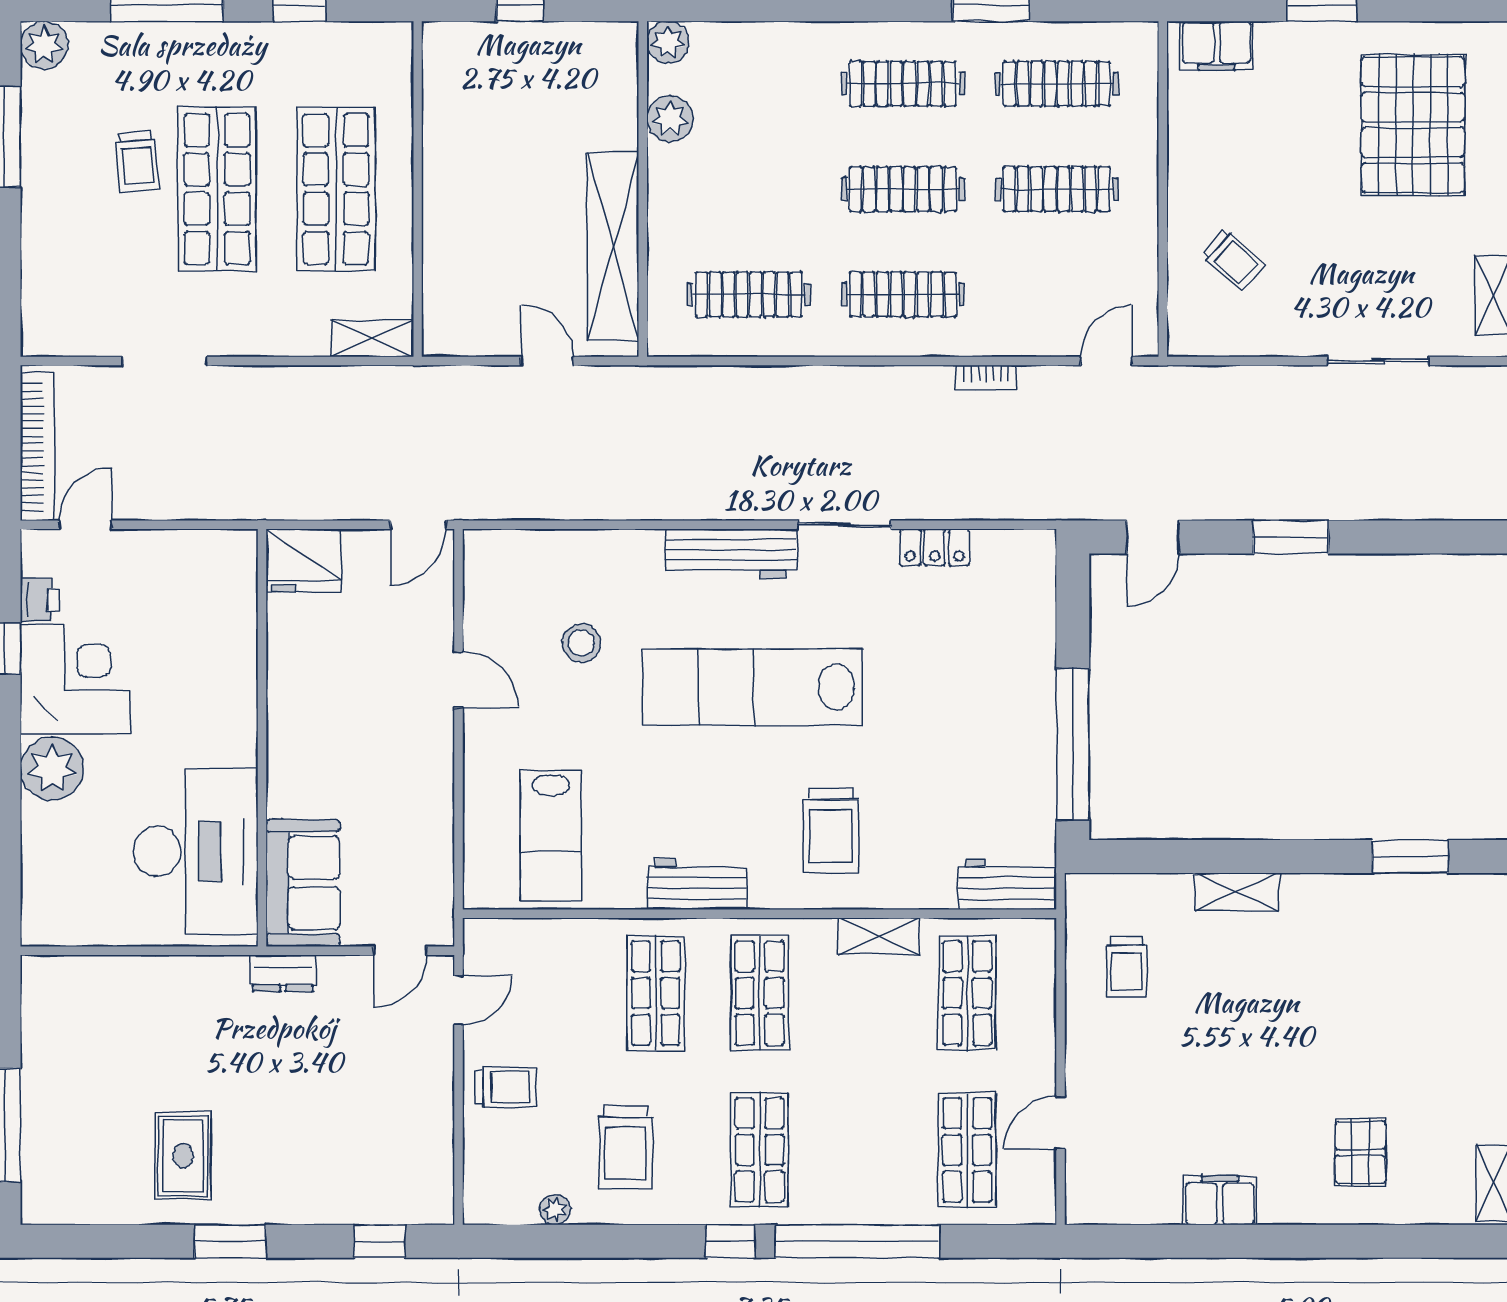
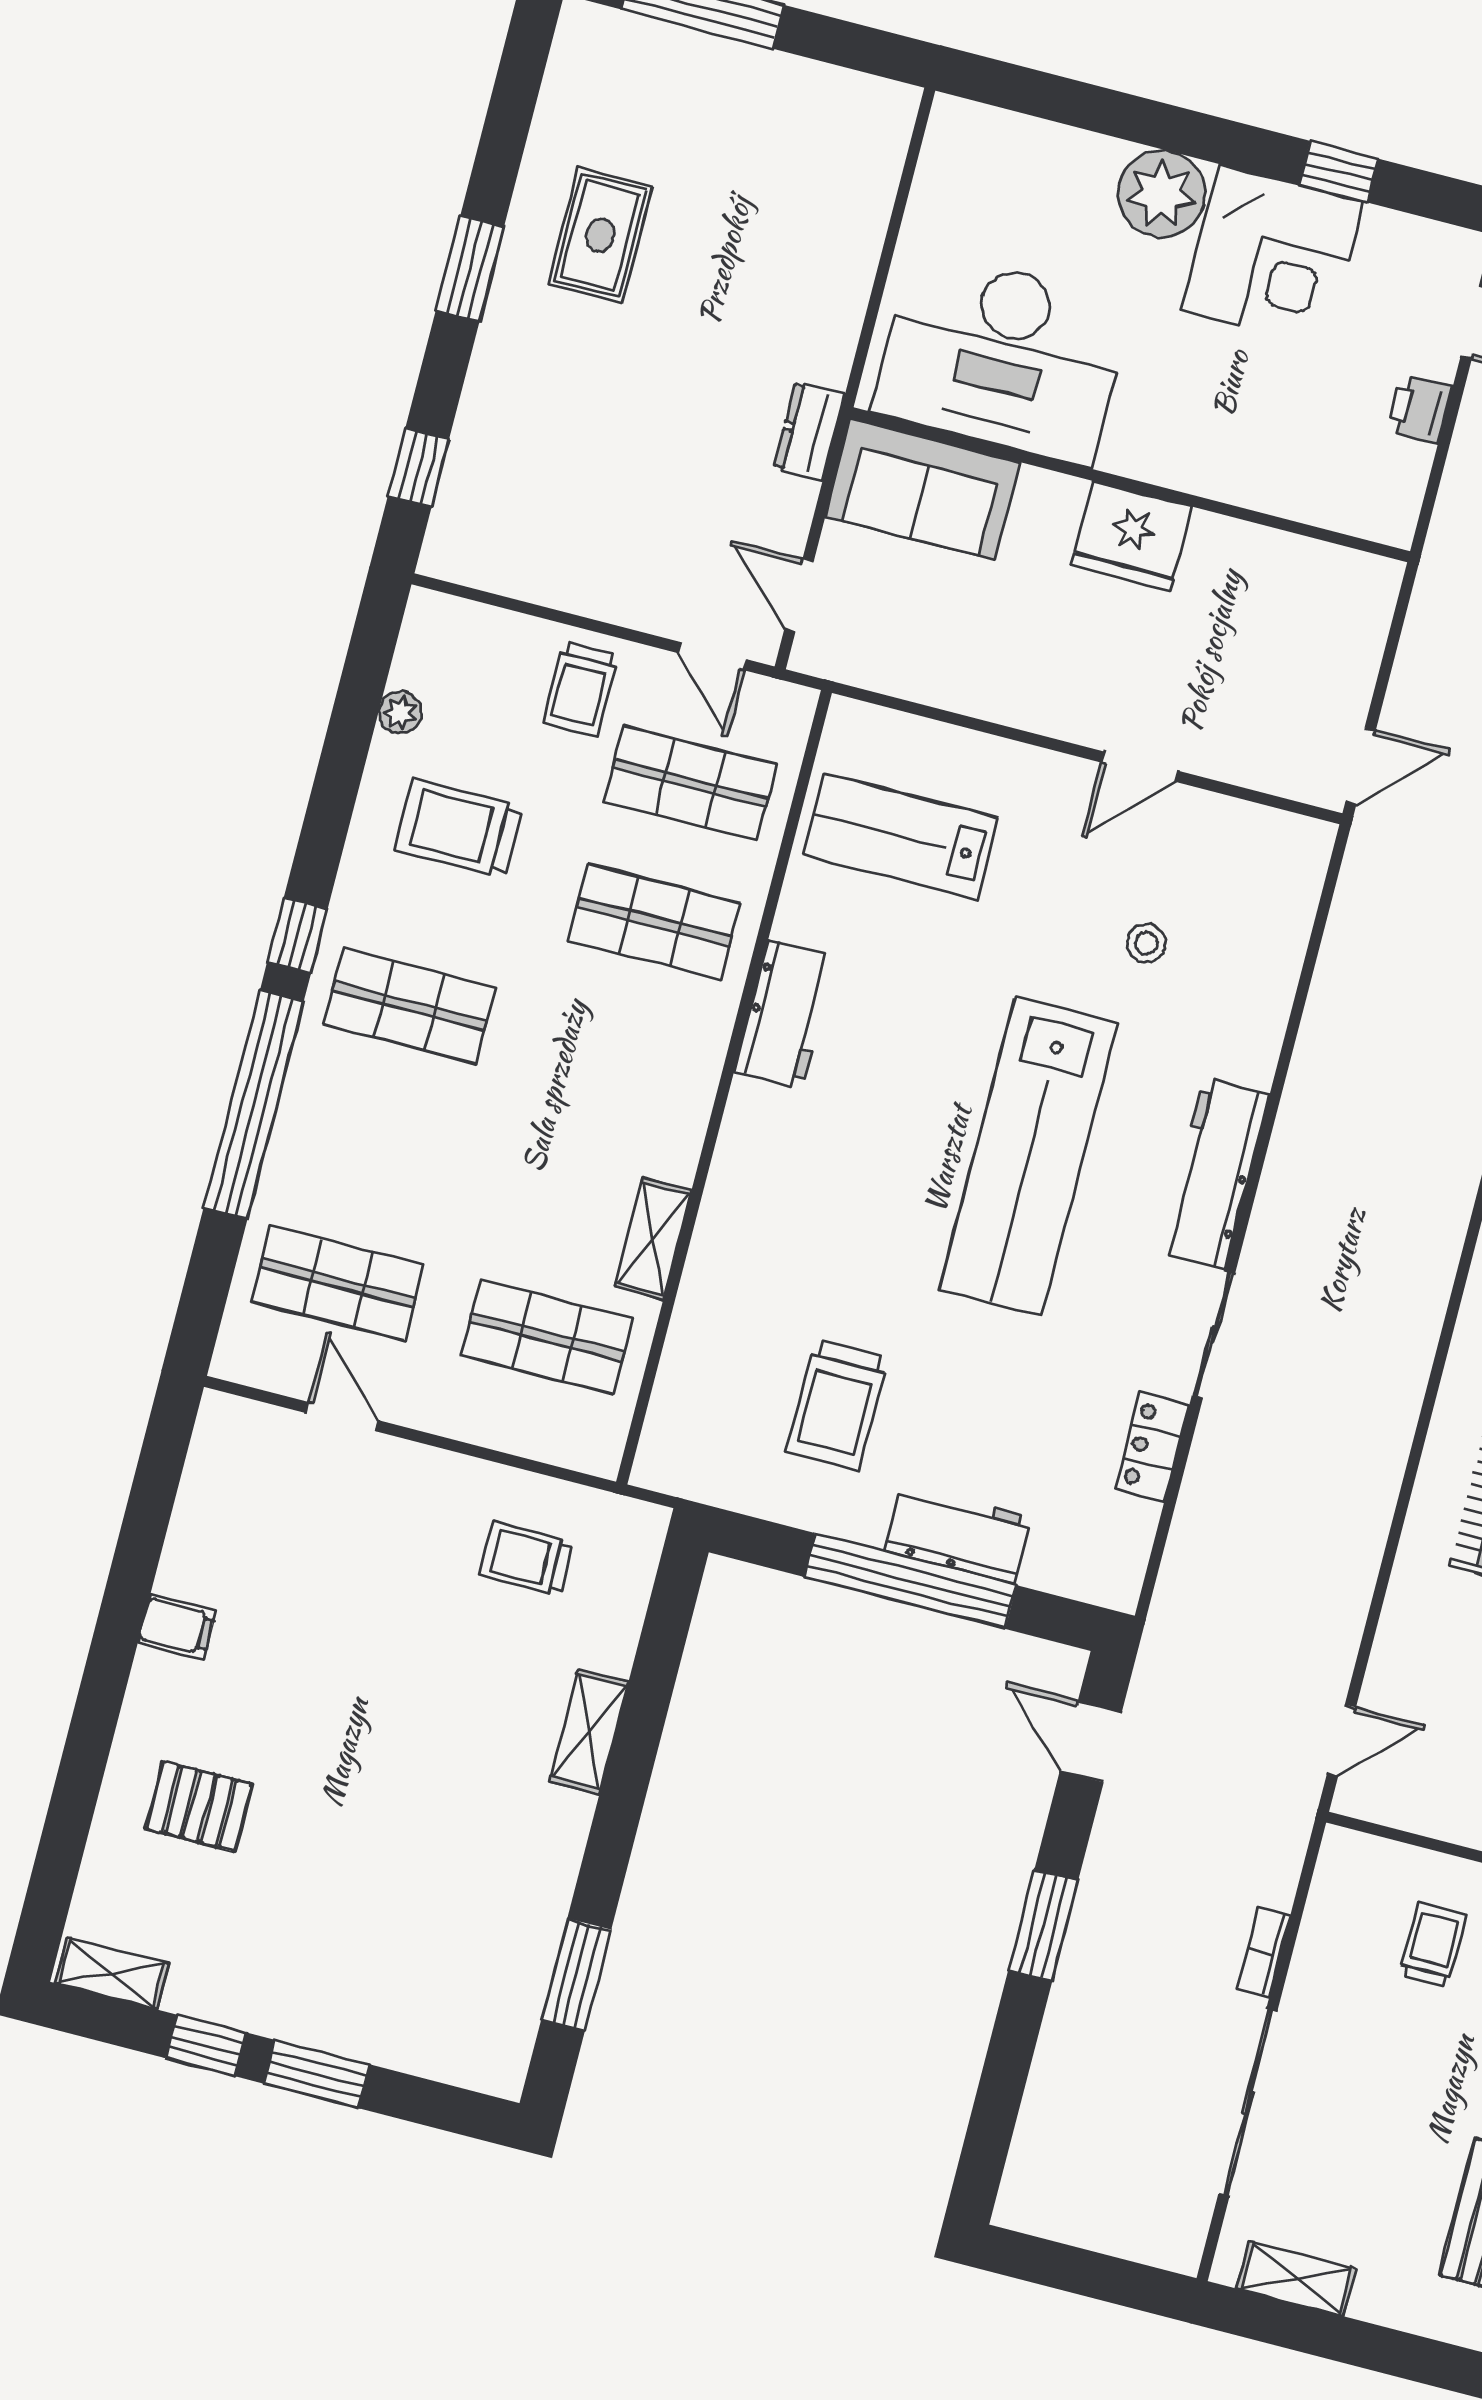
trolley: (1233, 260) -> (1433, 1944), turned 138
door: (1106, 361) -> (1341, 1740), hinge flipped
sliding door: (1378, 361) -> (1248, 2103), width x1.37
bookcase: (986, 377) -> (1264, 1952), moved
door: (418, 525) -> (1360, 766), swing flipped
fridge: (303, 561) -> (1132, 536), moved, turned -90
printer: (40, 600) -> (1419, 409), moved, turned 90
stool: (581, 643) -> (1147, 943), width x0.73, depth x0.73
lab bench: (753, 687) -> (1028, 1156), turned 180
window: (1073, 744) -> (910, 1581), moved
trolley: (831, 830) -> (837, 1405), moved, turned -90
workbench: (1007, 884) -> (958, 1534), moved, turned -90
shop shelf: (760, 993) -> (690, 783), moved
rug: (183, 1156) -> (600, 235), turned 90
filing cabinet: (1220, 1200) -> (177, 1627), width x0.50

